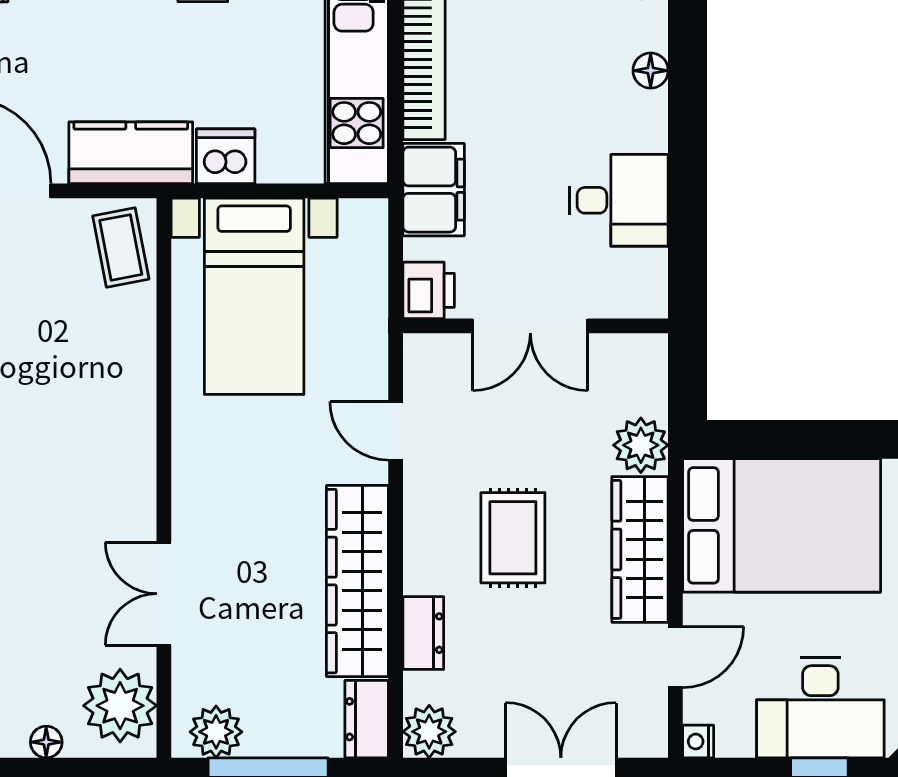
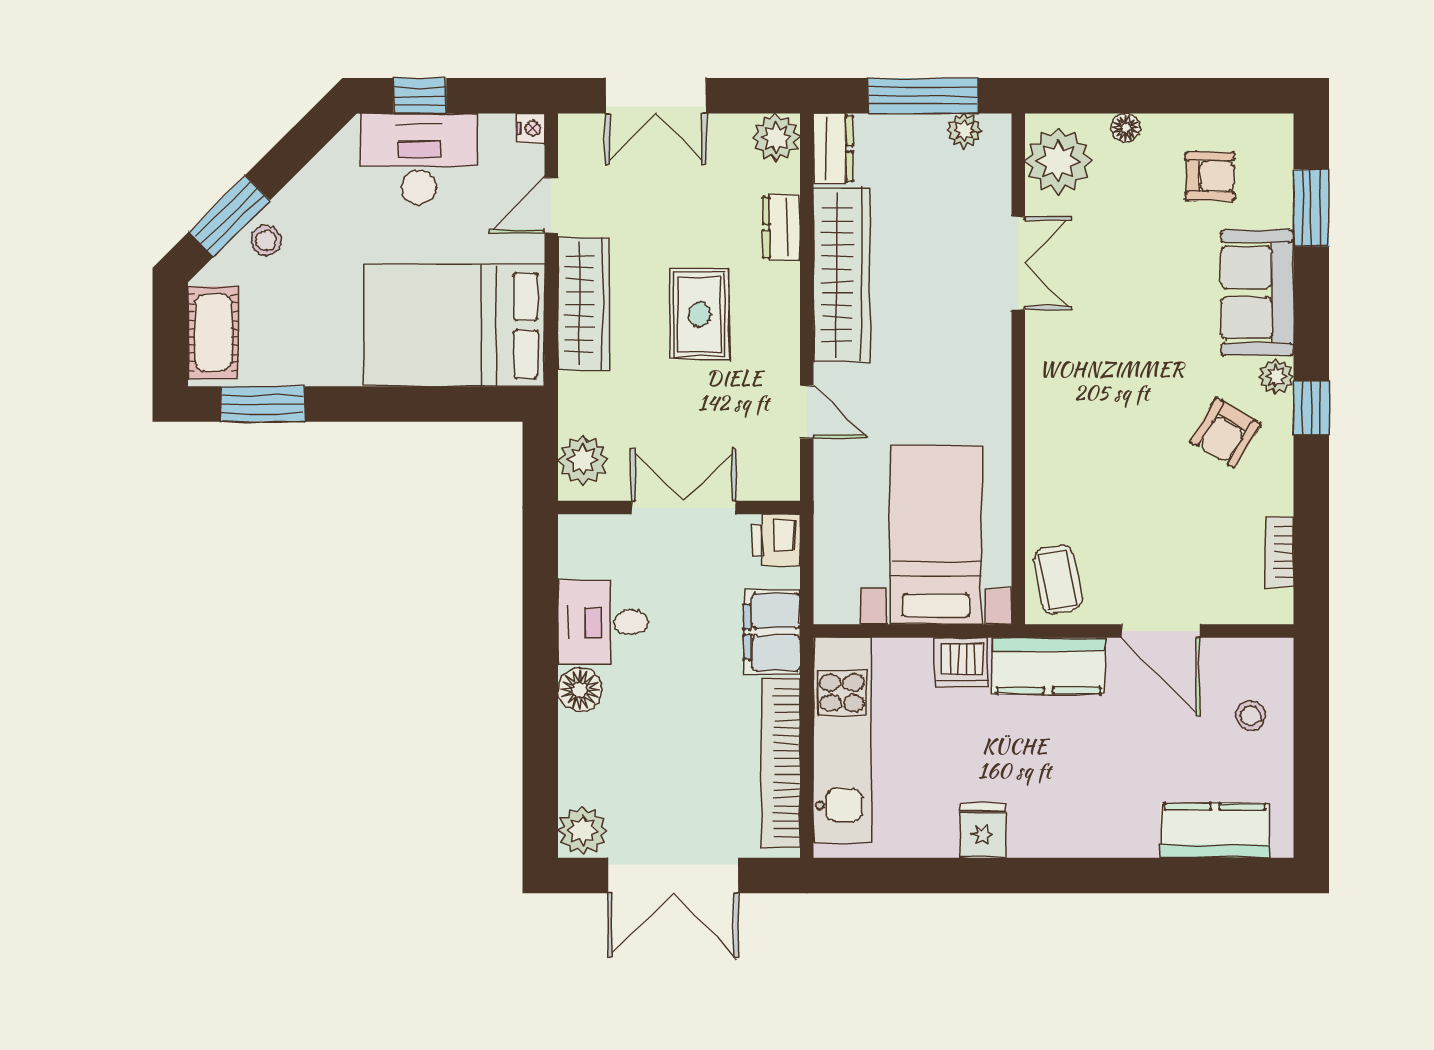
floor lamp: (651, 71) -> (580, 690), moved, width x1.37, depth x1.37
plant: (641, 445) -> (583, 460), moved
plant: (216, 732) -> (964, 131), width x0.73, depth x0.73

